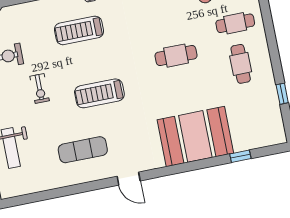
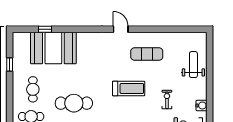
cafe table: (176, 56) -> (74, 103), width x1.37, depth x1.35
booth: (195, 136) -> (53, 48), moved

